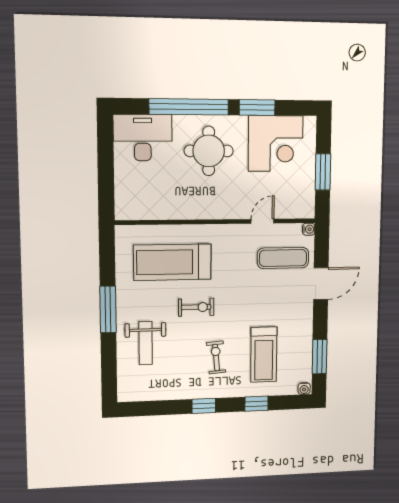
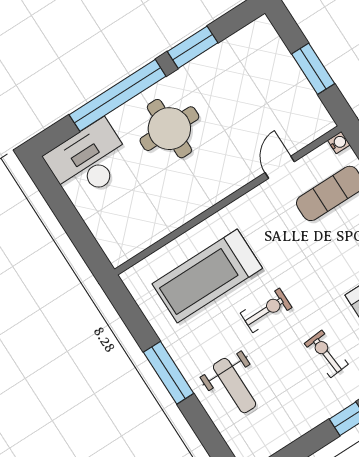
corner desk: (276, 144) -> (239, 73), removed

